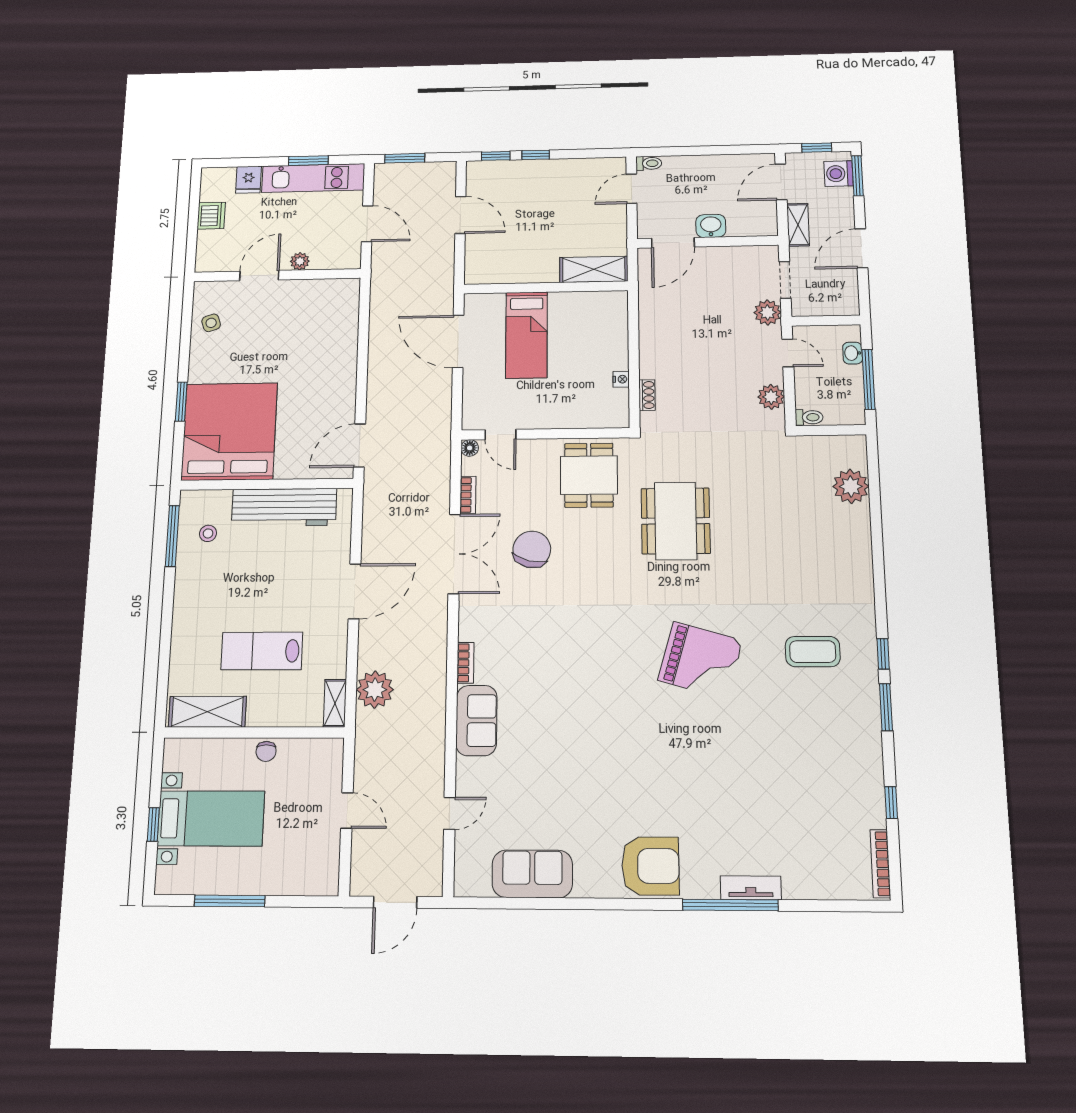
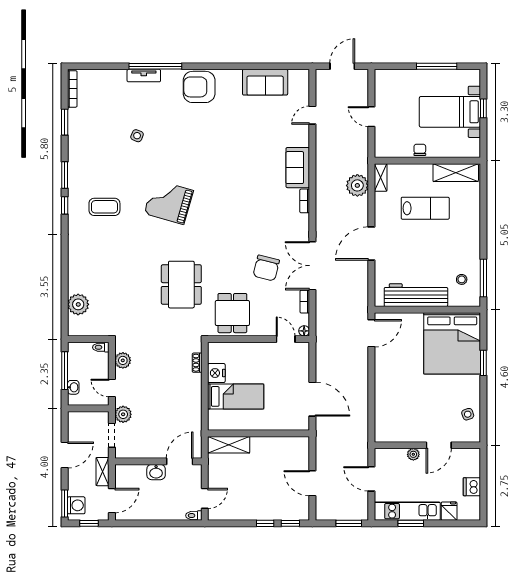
bed: (526, 335) -> (236, 396), moved, turned 90
nightstand: (621, 379) -> (216, 373), width x1.89, depth x1.79
side table: (760, 777) -> (137, 136), added
window: (891, 803) -> (65, 122), width x1.50

